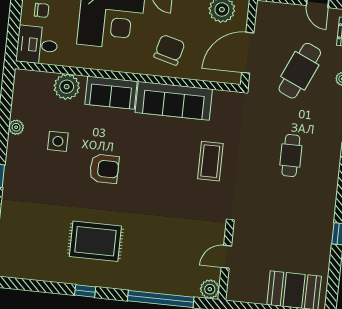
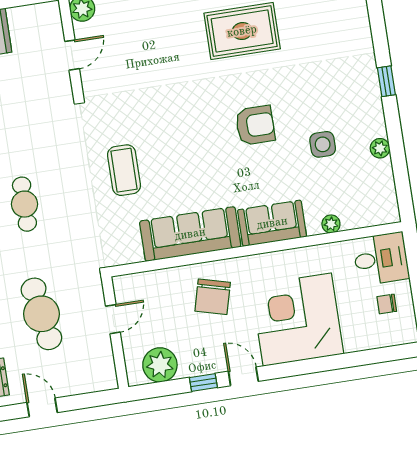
door: (248, 53) -> (113, 319), width x0.53
cafe table: (300, 71) -> (41, 314), turned -33
plant: (67, 87) -> (331, 224), width x0.53, depth x0.53
armchair: (104, 169) -> (255, 125), turned 180

